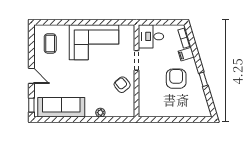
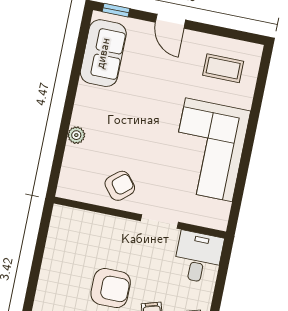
door: (31, 76) -> (170, 21), hinge flipped
sofa: (61, 107) -> (103, 53), width x0.73

